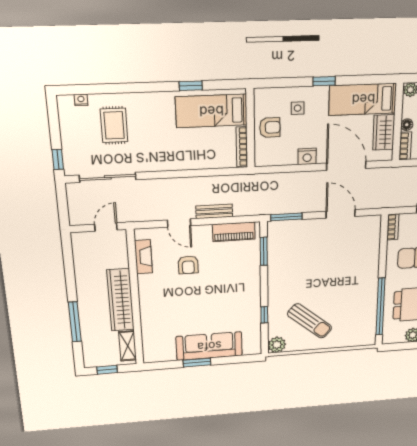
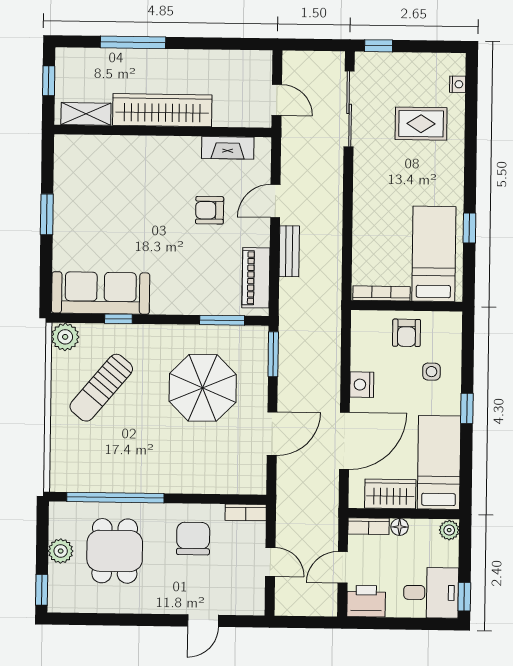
parasol: (310, 260) -> (203, 388), added
sofa: (209, 346) -> (101, 293), moved, turned -90

